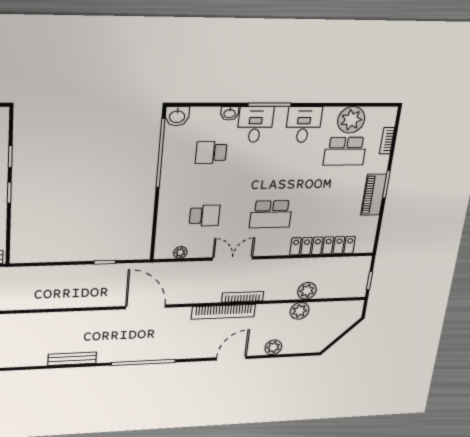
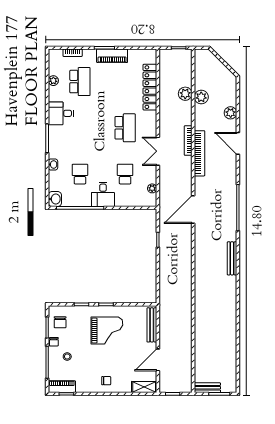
plant: (351, 120) -> (53, 81), width x0.53, depth x0.53
desk: (255, 124) -> (103, 194), moved, turned -90
school desk: (211, 153) -> (80, 174), turned 180

